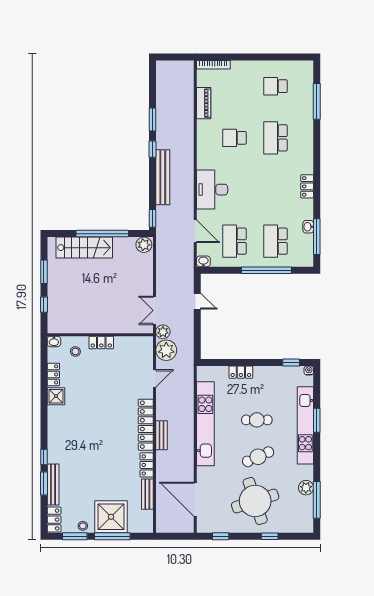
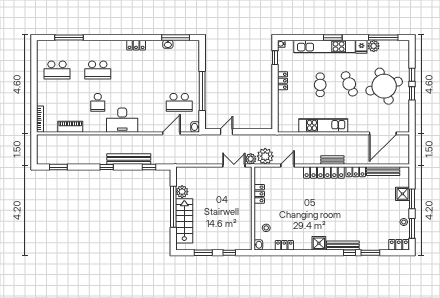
school desk: (276, 86) -> (57, 70), width x1.85
window: (153, 119) -> (58, 167), moved
desk: (212, 190) -> (122, 120), moved
window: (153, 218) -> (149, 167), moved
school desk: (276, 241) -> (179, 70), removed
plant: (144, 245) -> (182, 192), moved
window: (266, 270) -> (202, 91), moved
double door: (155, 310) -> (234, 165), swing flipped
locker: (101, 343) -> (259, 194), moved
locker: (241, 372) -> (283, 81), moved
door: (155, 378) -> (287, 165), hinge flipped
shower: (56, 396) -> (319, 243), moved
window: (317, 420) -> (333, 38), moved
kitchen unit: (205, 424) -> (323, 125), width x0.73
fridge: (305, 472) -> (361, 47), added
bench: (53, 484) -> (343, 245), moved
bench: (147, 494) -> (383, 171), width x1.36
shower: (111, 517) -> (402, 194), width x0.54, depth x0.54
window: (112, 536) -> (412, 199), width x0.69
window: (221, 536) -> (412, 93), moved

